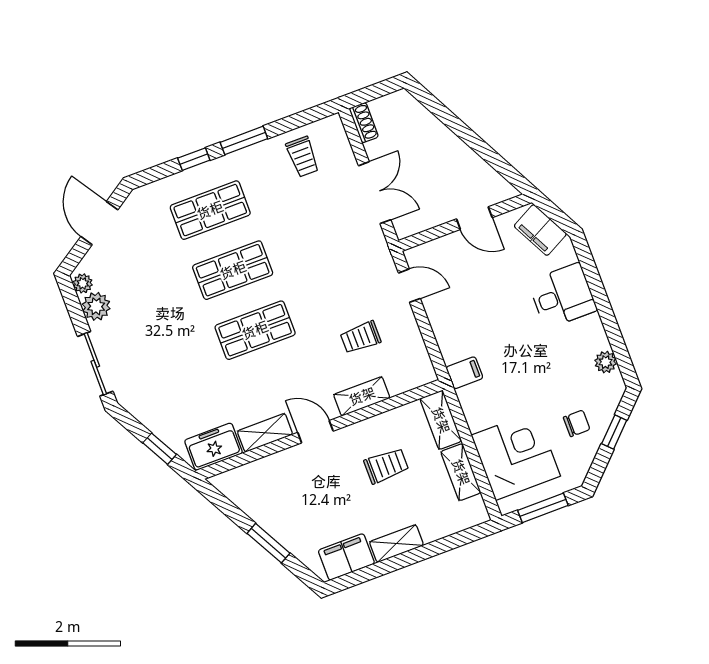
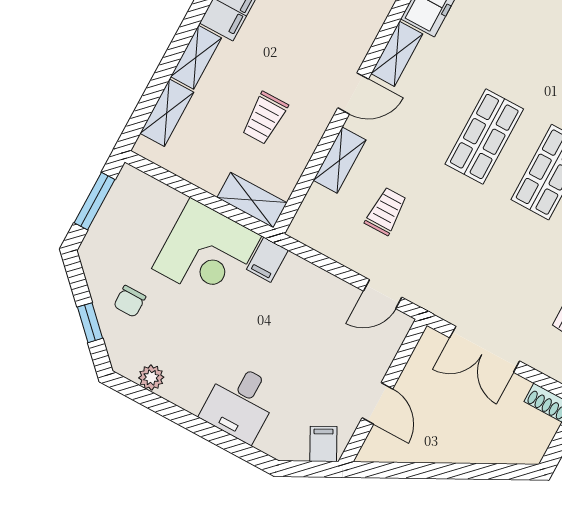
door: (474, 218) -> (377, 403), swing flipped
filing cabinet: (540, 230) -> (323, 444), width x0.50
corner desk: (516, 456) -> (207, 252), moved
shelving: (461, 472) -> (167, 113), moved, turned 90

